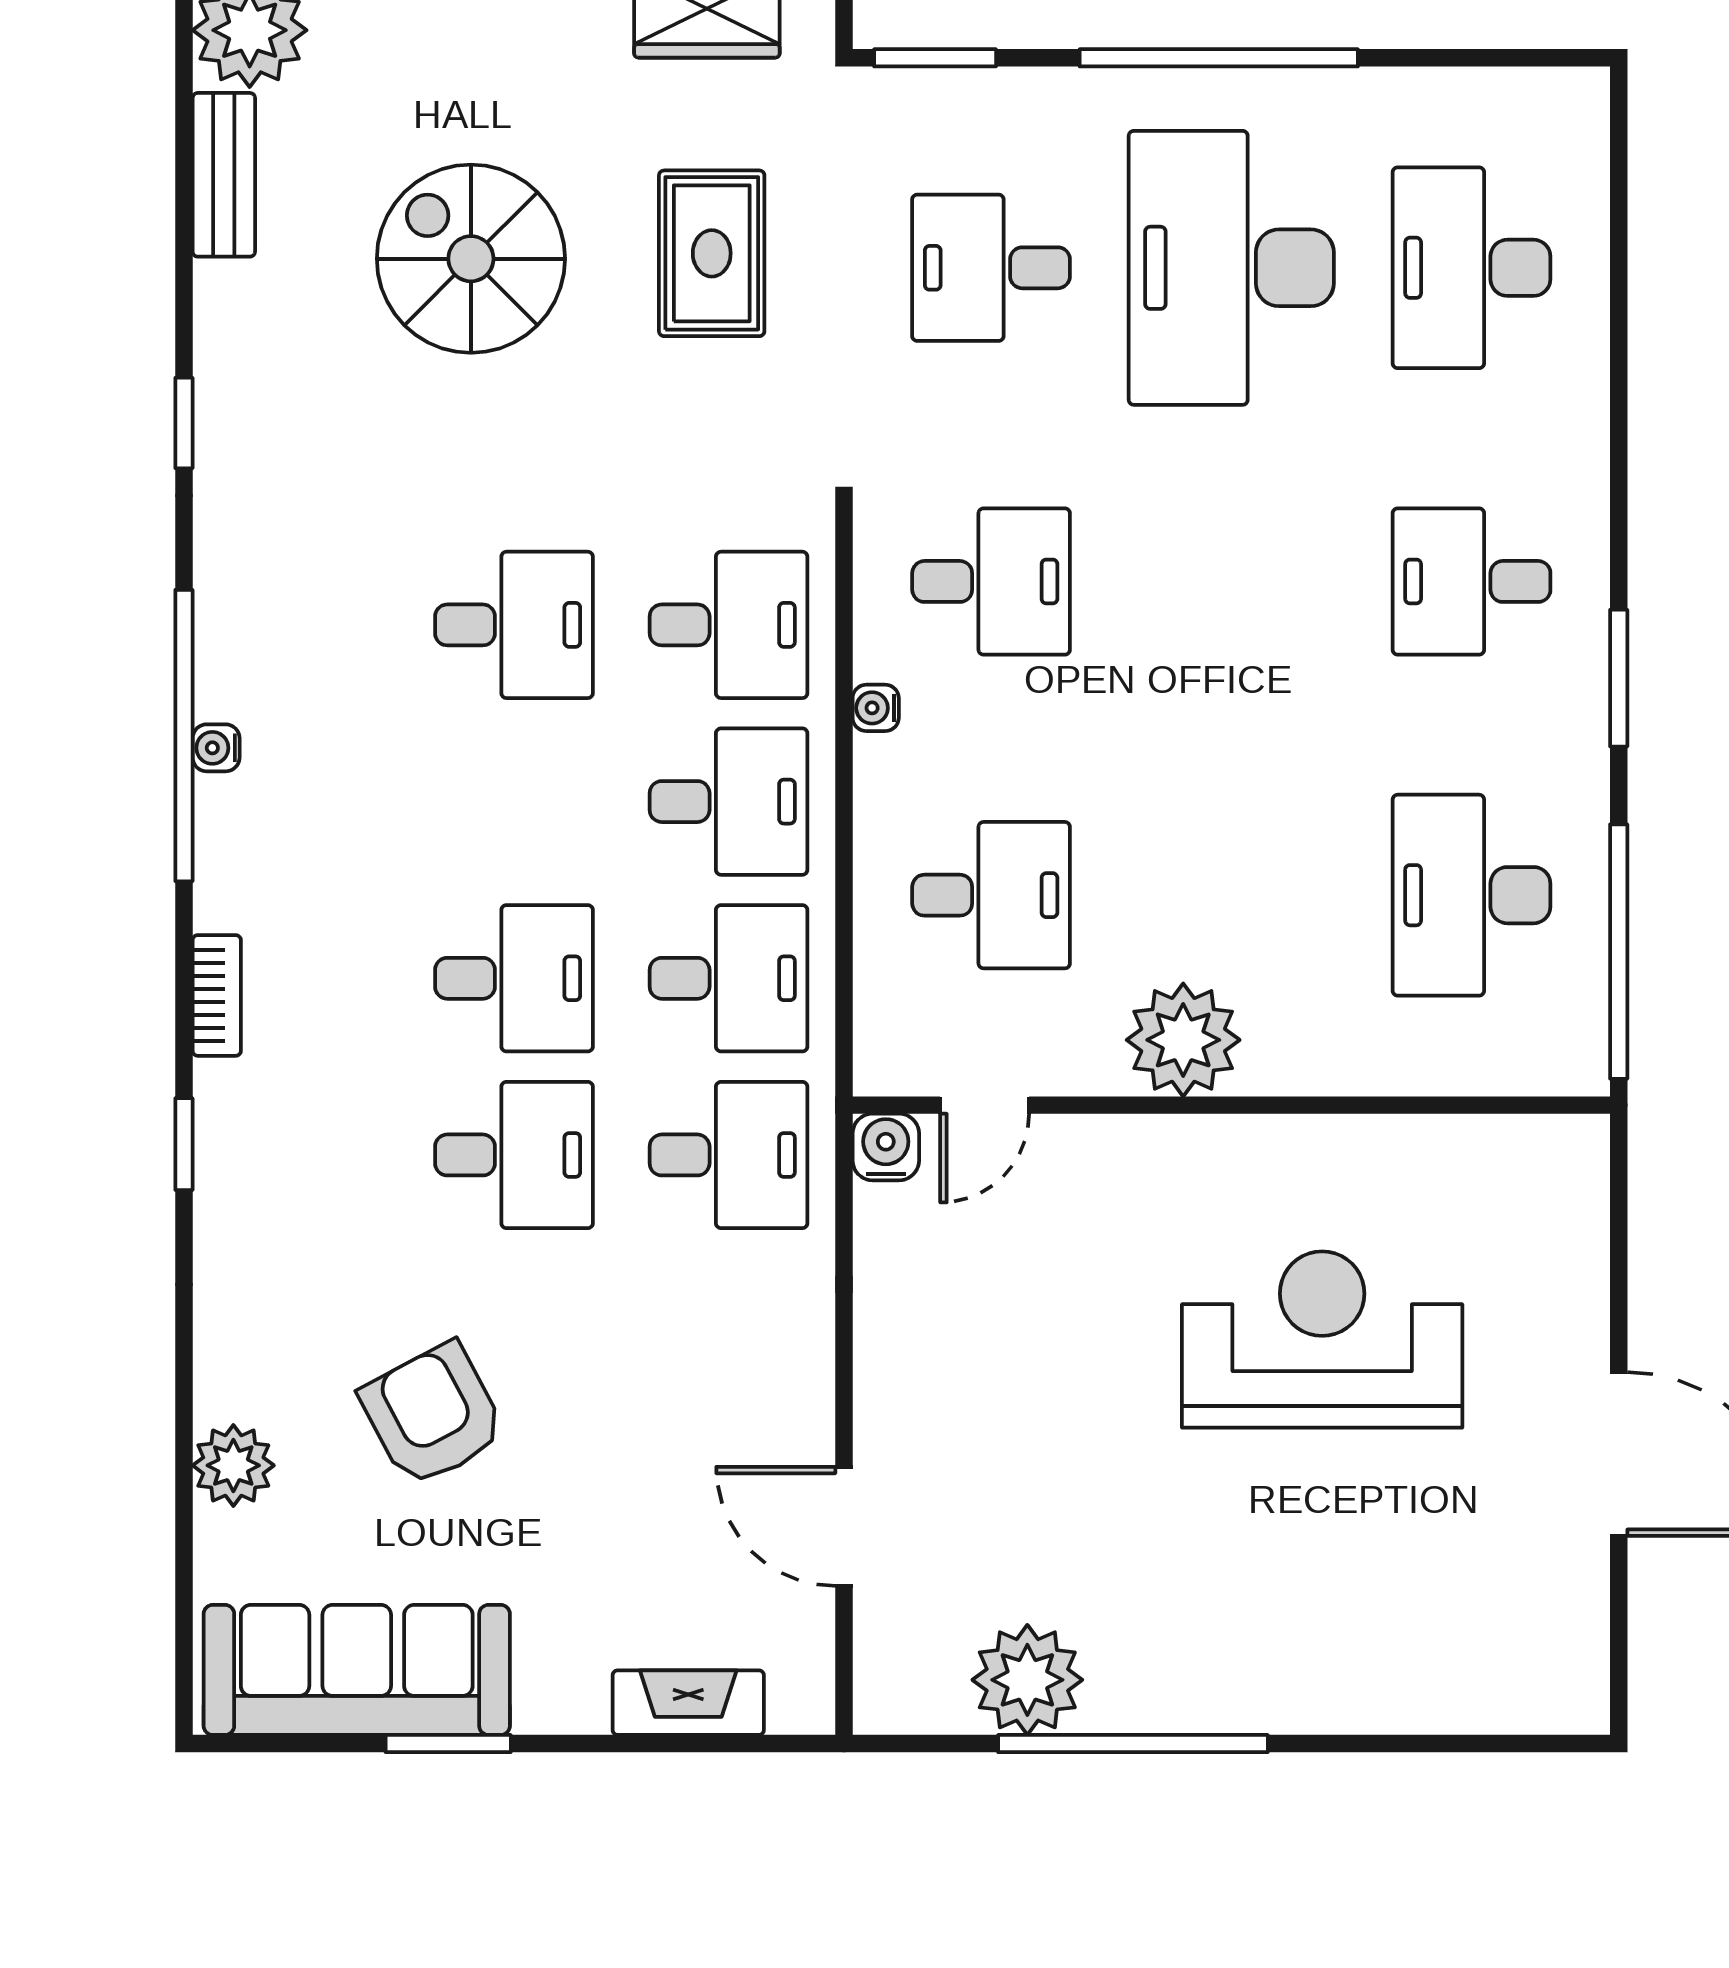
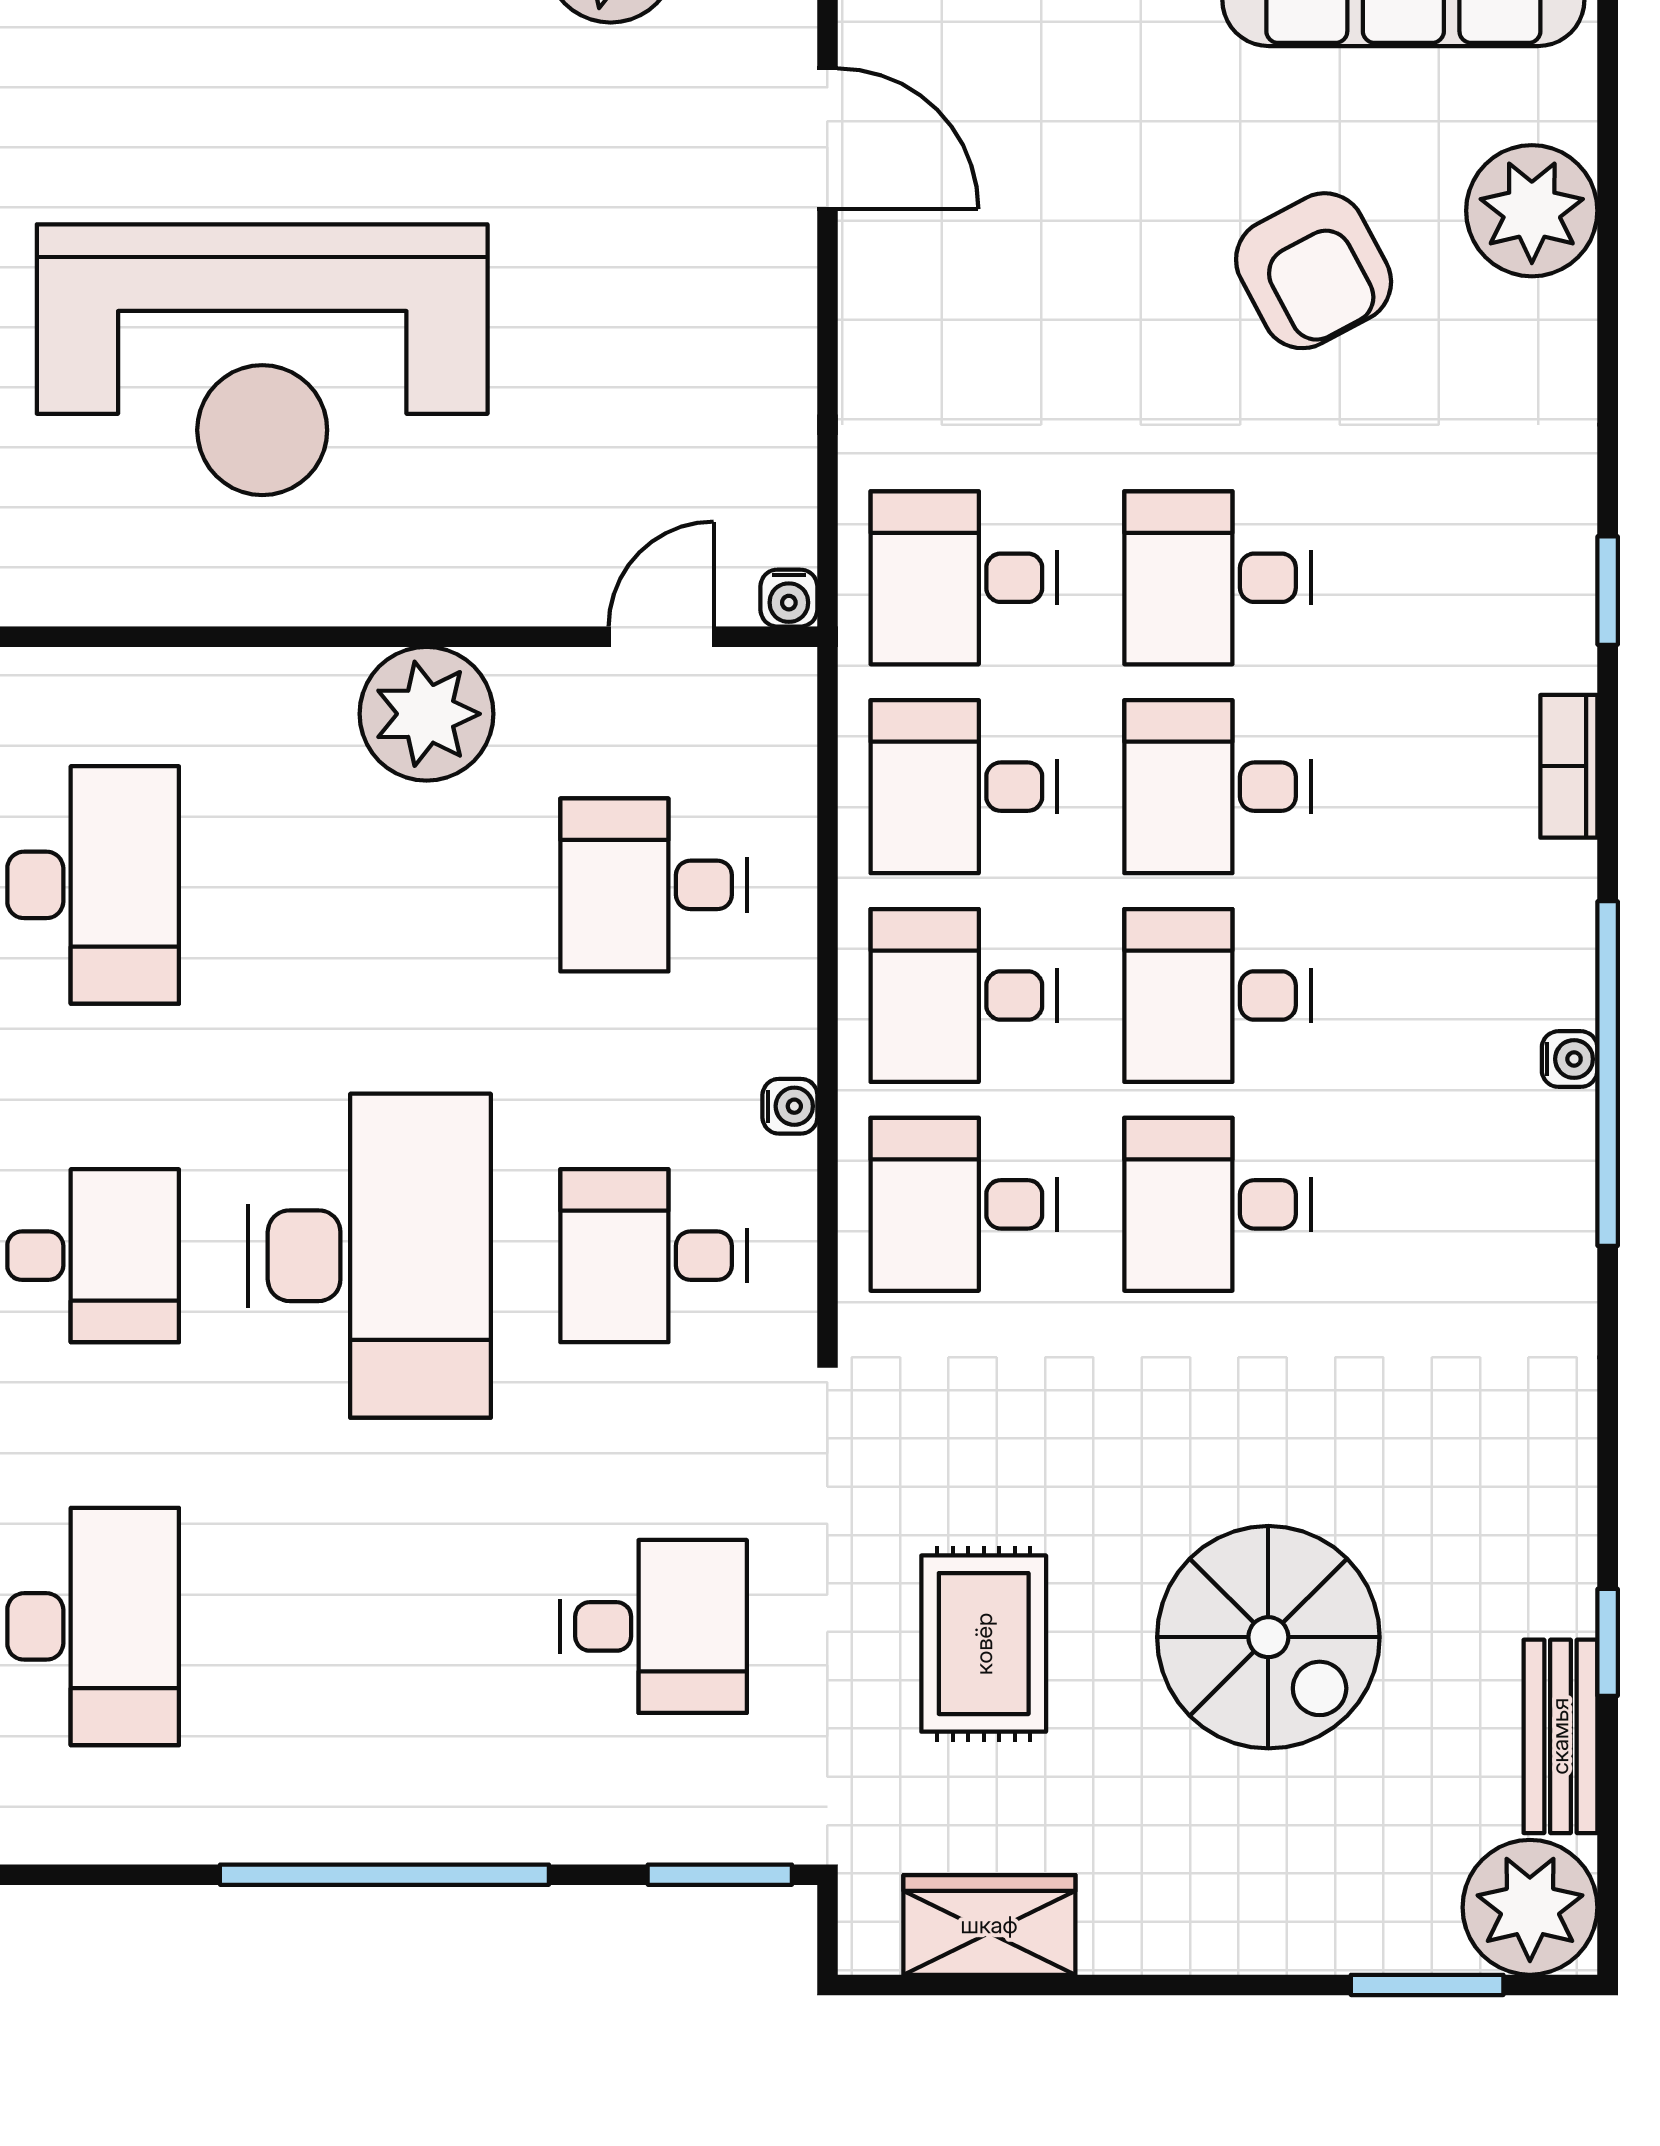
desk: (1231, 268) -> (370, 1256), moved
window: (184, 423) -> (1608, 1642), moved
desk: (514, 802) -> (1218, 996), added
water cooler: (886, 1147) -> (789, 598), width x0.72, depth x0.72
reception desk: (1322, 1339) -> (262, 360), width x1.36, depth x1.30
plant: (233, 1465) -> (1532, 211), width x1.36, depth x1.36

